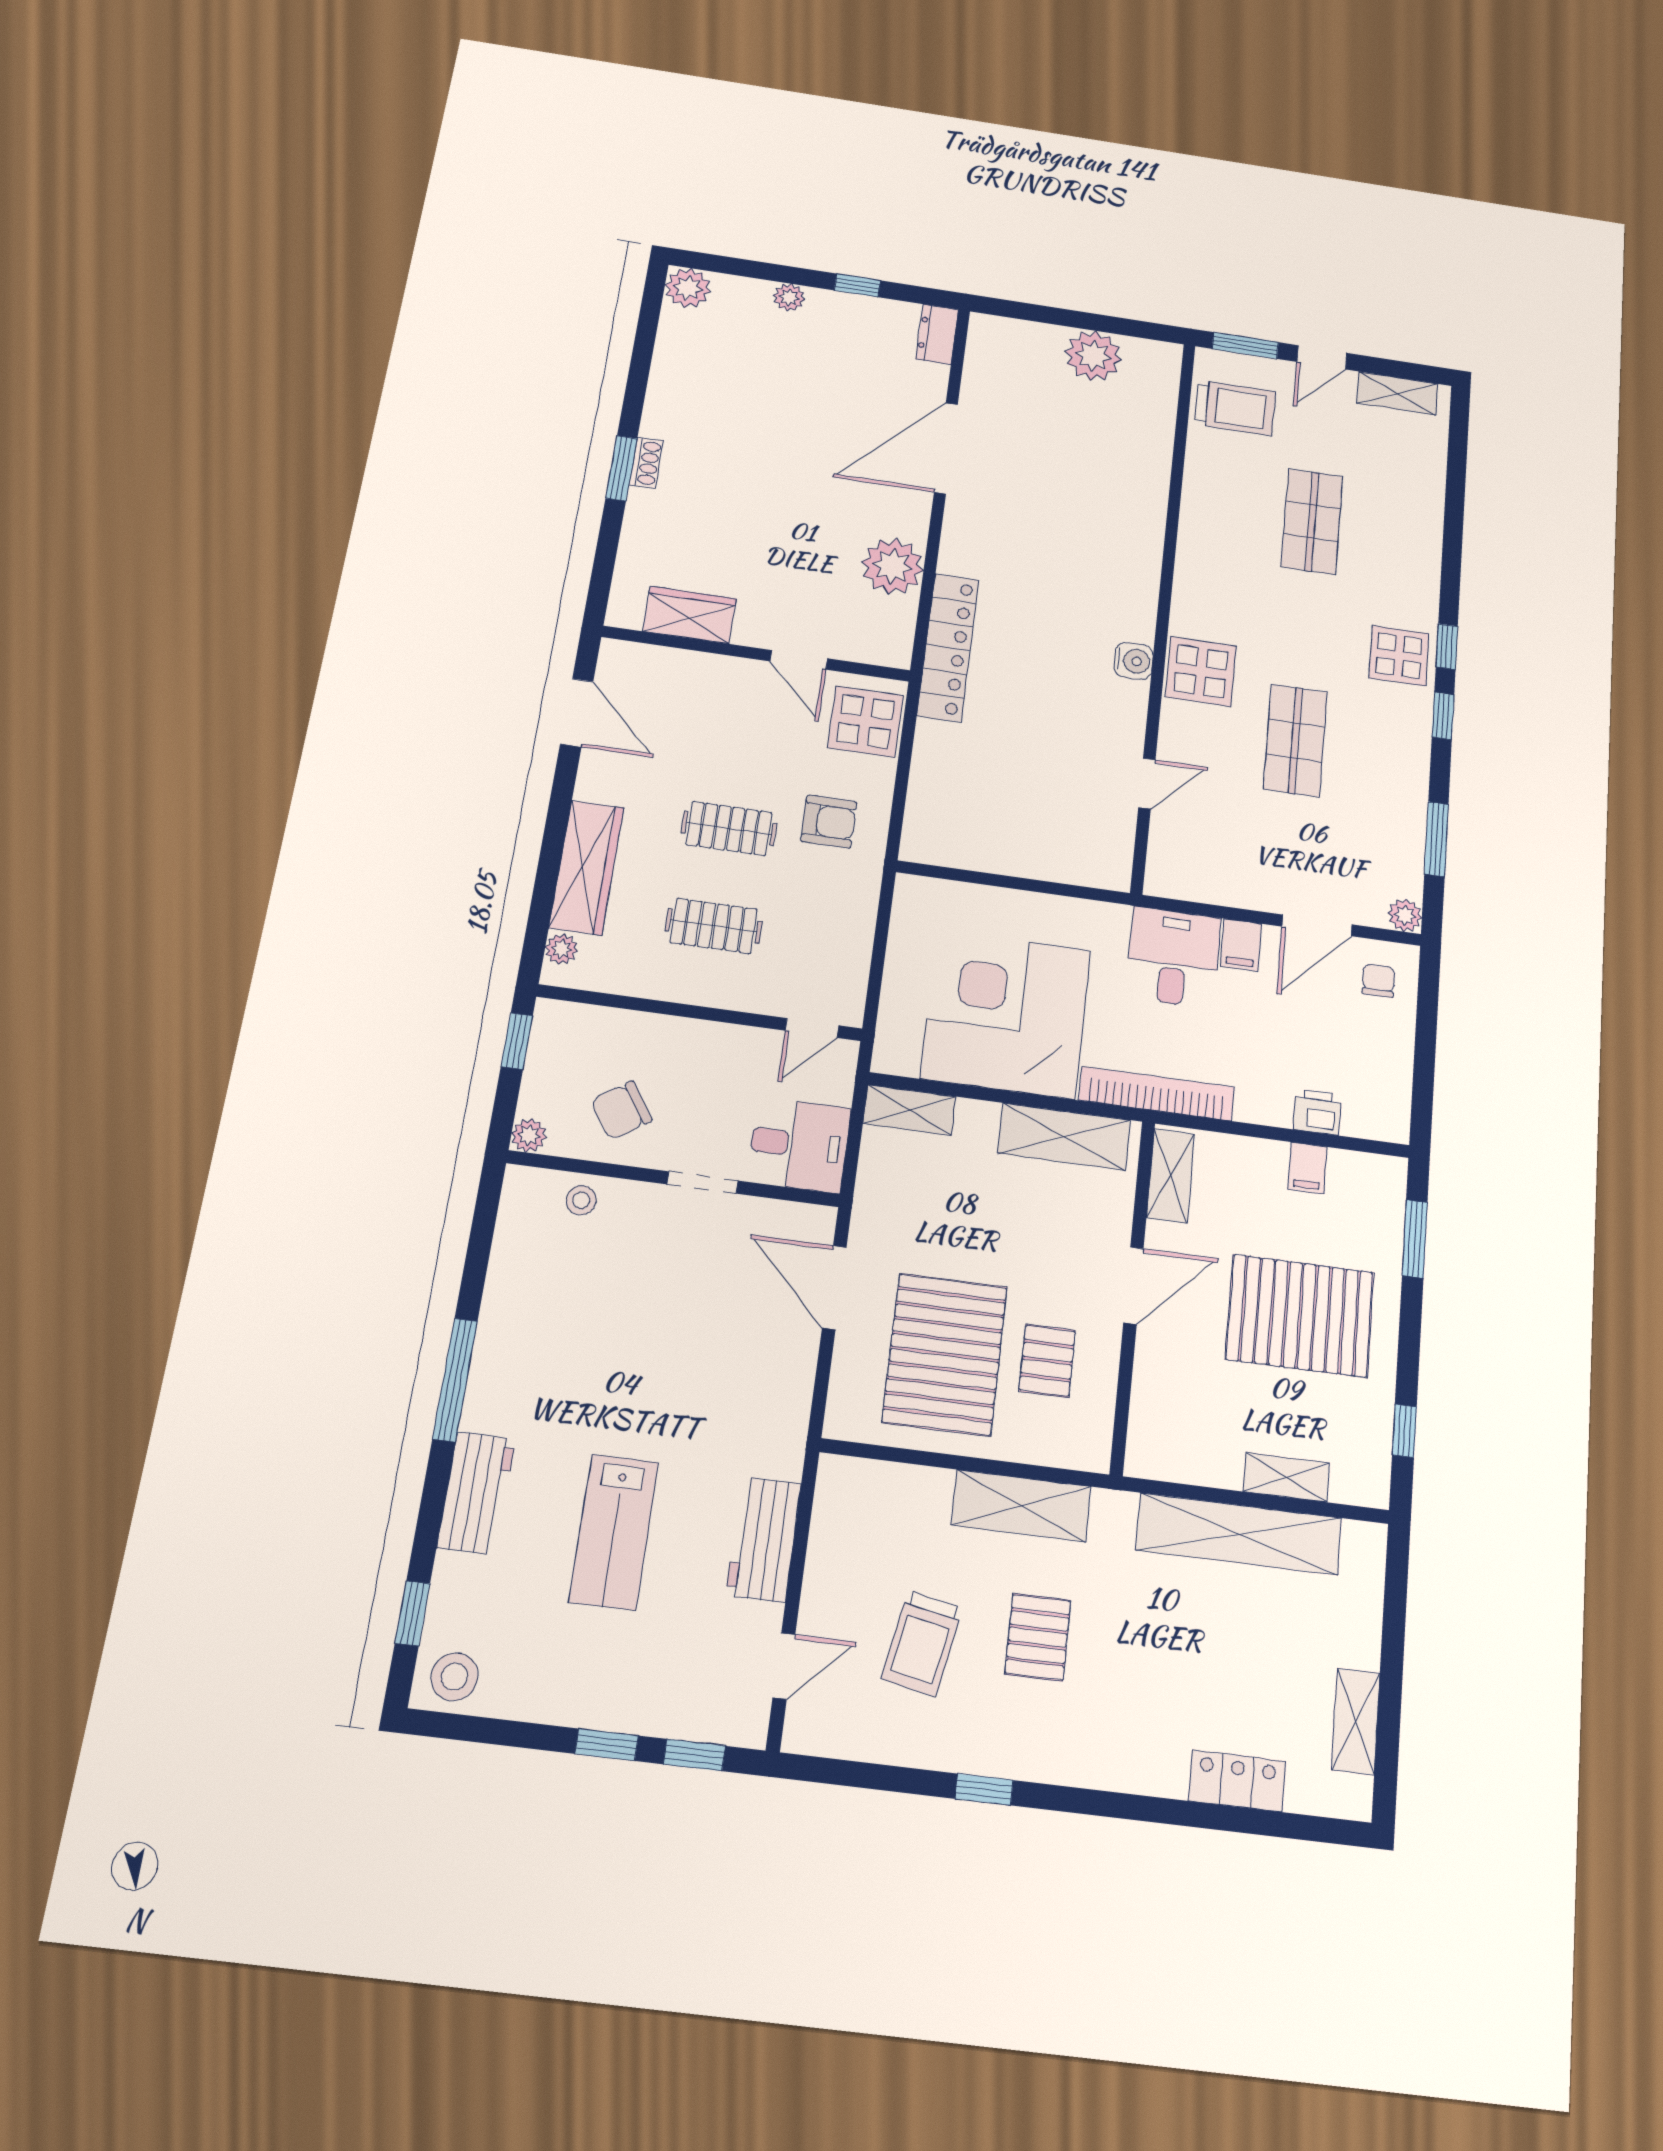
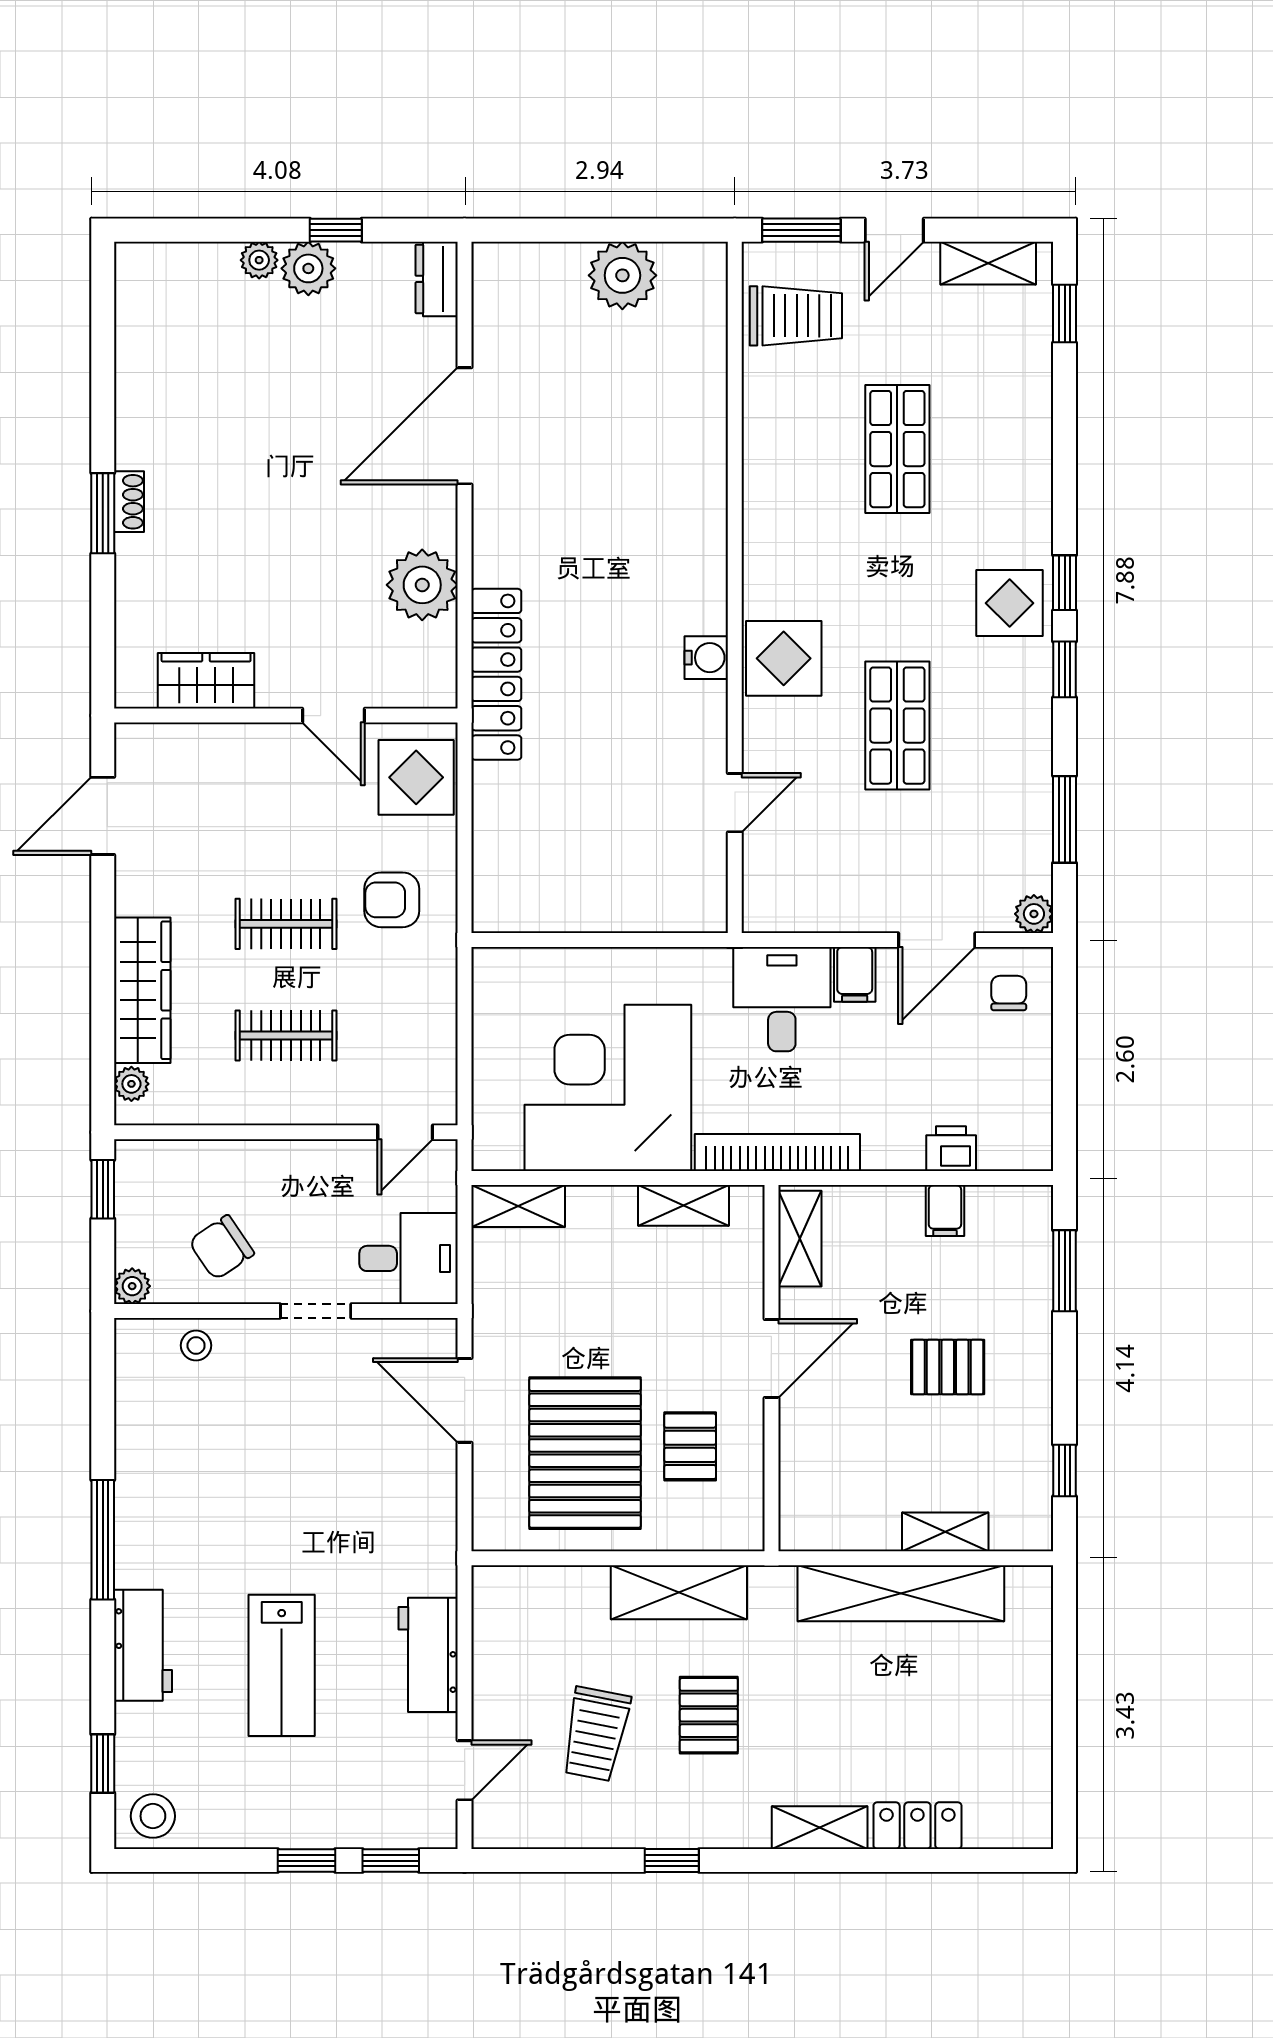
plant: (688, 288) -> (308, 268), moved
window: (1458, 440) -> (1065, 313), added
door: (577, 713) -> (103, 816), swing flipped
armchair: (829, 822) -> (392, 900), turned 180
shelving: (1064, 1137) -> (684, 1205), width x0.67, depth x0.75
pallet: (1300, 1316) -> (948, 1367), width x0.49, depth x0.50
shelving: (1356, 1721) -> (820, 1828), moved, turned 90

